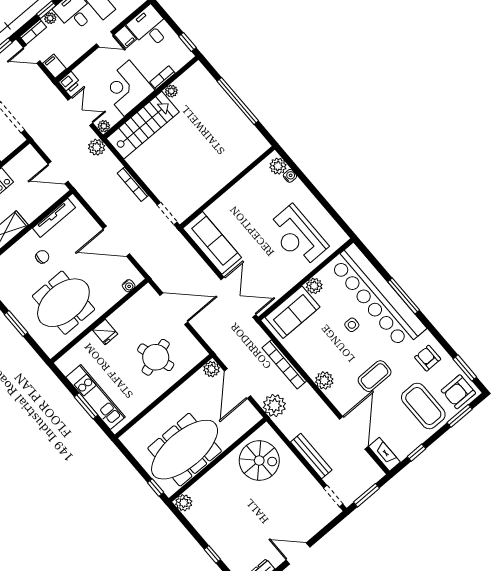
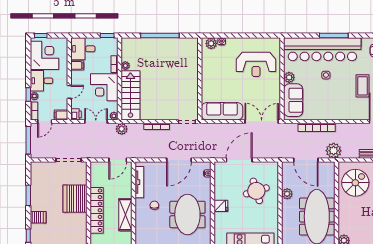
door: (105, 39) -> (69, 92), moved
plant: (212, 369) -> (287, 194), moved
plant: (324, 380) -> (343, 114), removed

